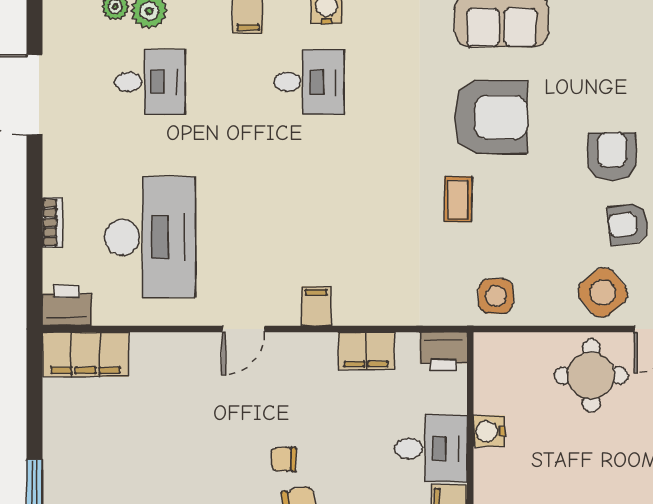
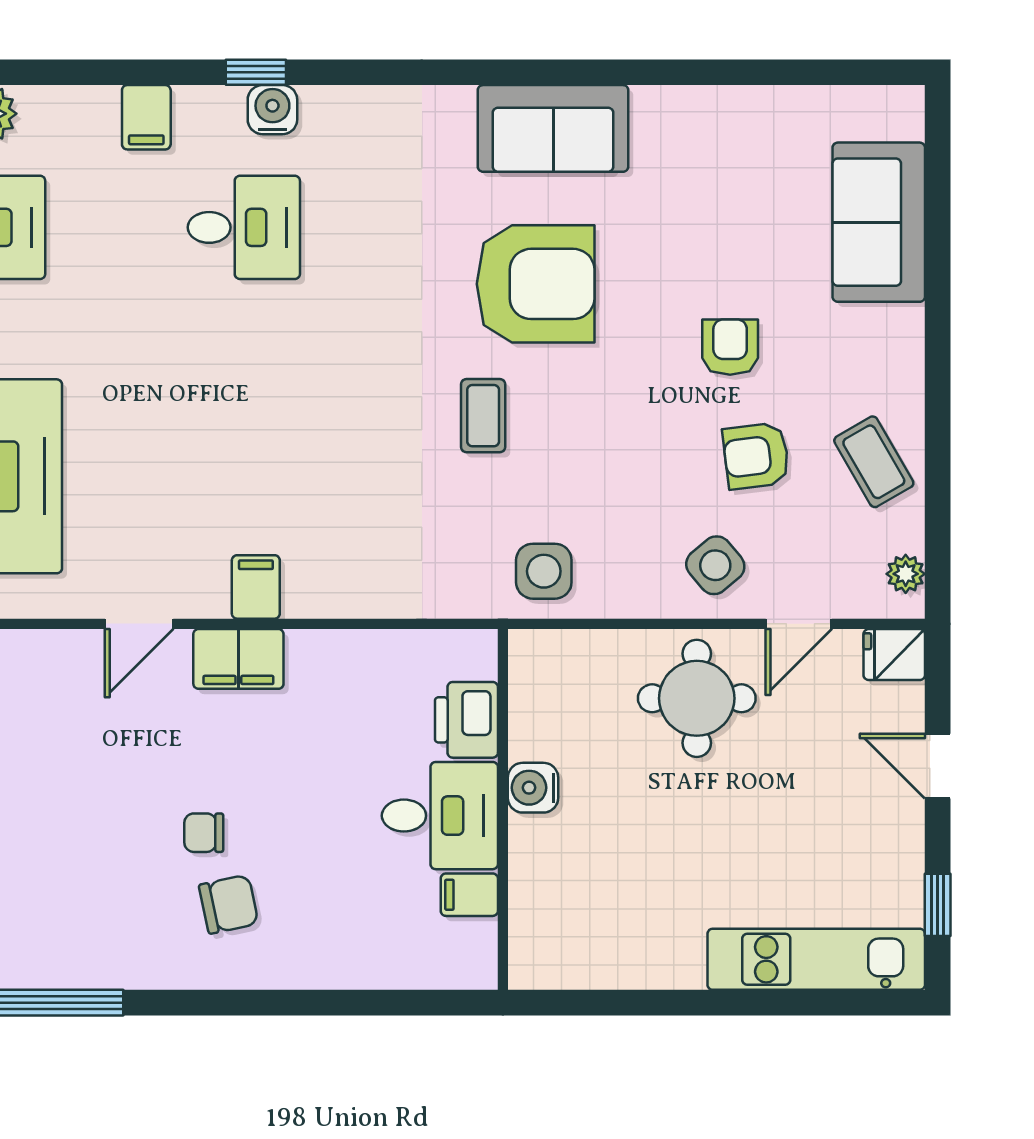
armchair: (612, 156) -> (730, 347), width x0.72, depth x0.72
side table: (603, 292) -> (715, 565), width x0.73, depth x0.73
filing cabinet: (366, 351) -> (238, 659), moved
printer: (443, 352) -> (466, 720), moved, turned 90

